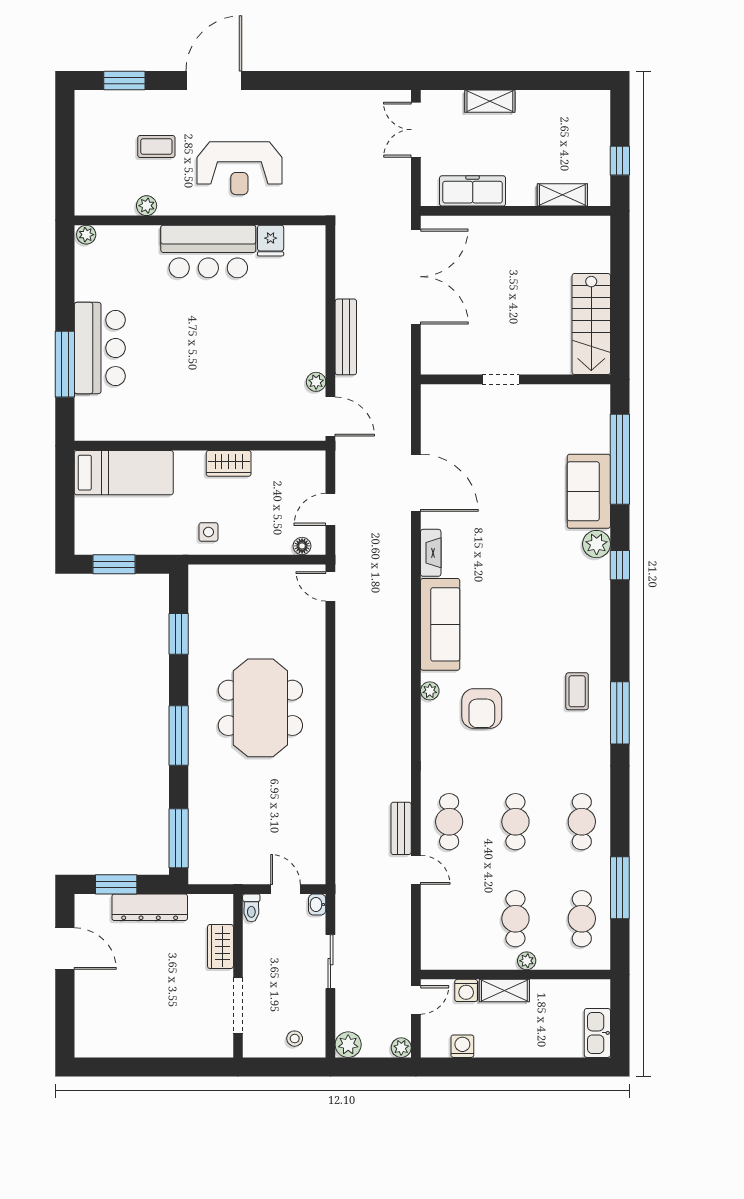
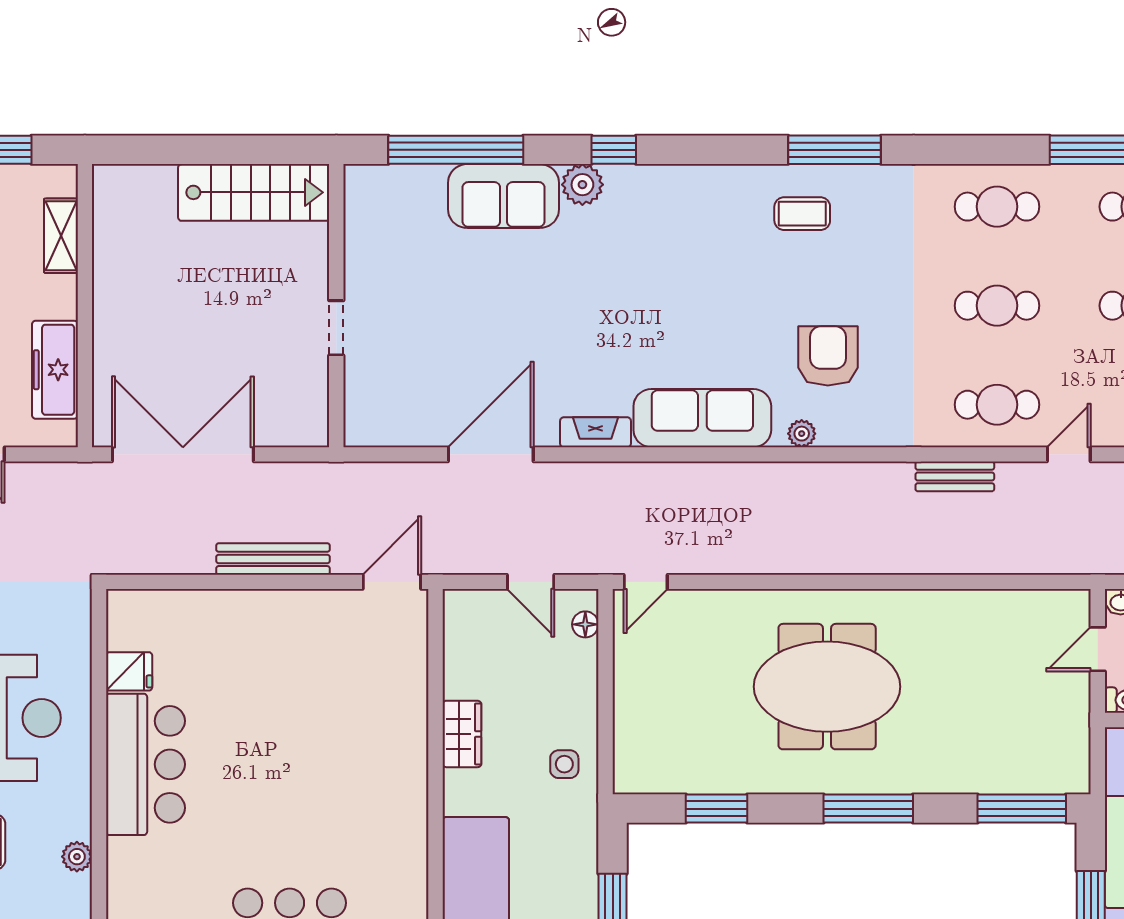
plant: (316, 382) -> (340, 603), removed
armchair: (482, 709) -> (828, 356), turned -90
bench: (401, 828) -> (955, 476), moved

